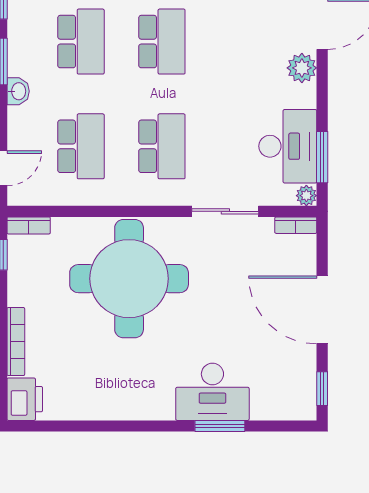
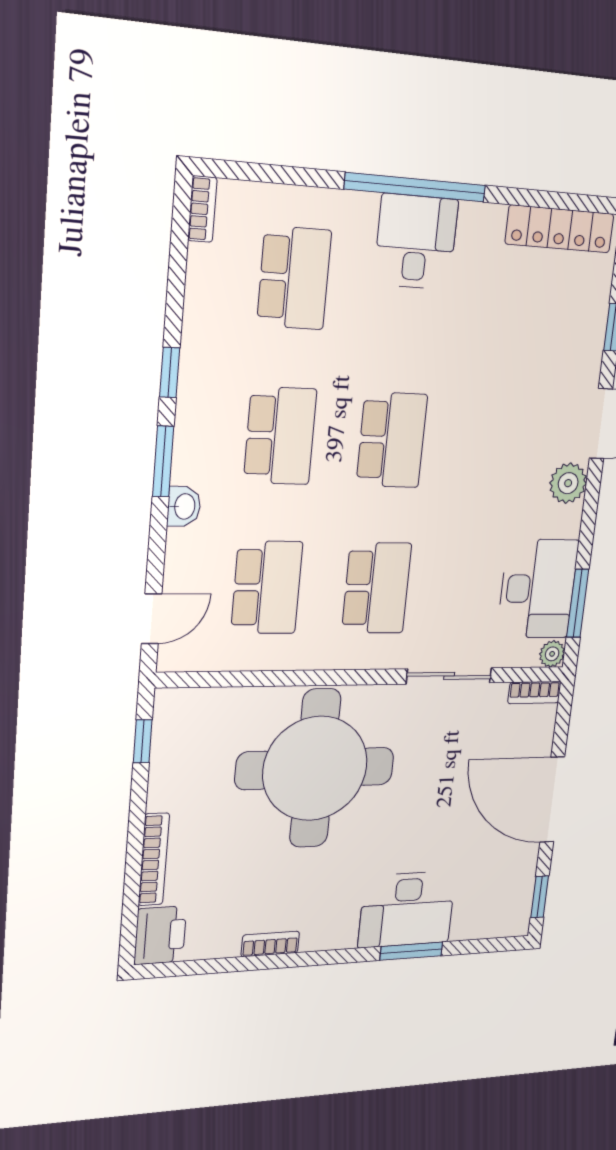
bookcase: (29, 225) -> (270, 944), moved, turned 180

